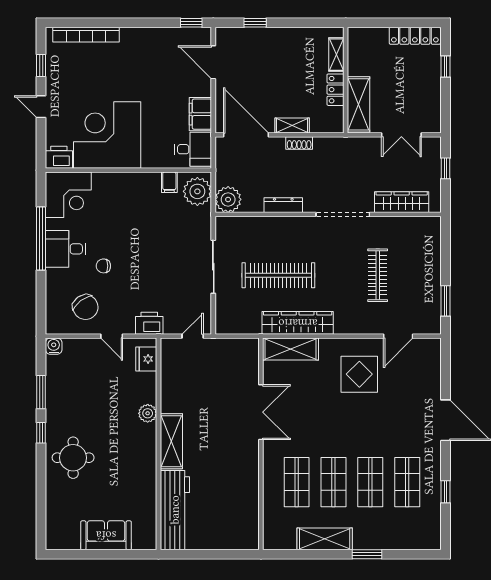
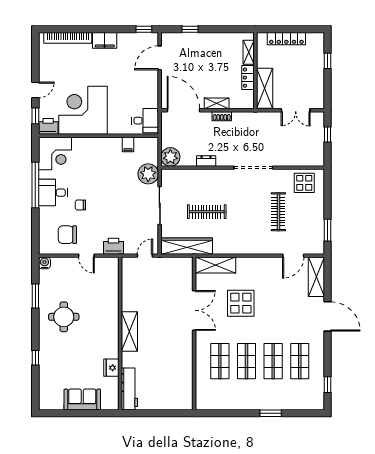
locker: (415, 36) -> (286, 39), moved
door: (213, 62) -> (160, 58), hinge flipped
window: (41, 65) -> (35, 116), moved
door: (41, 107) -> (35, 90), swing flipped
filing cabinet: (200, 114) -> (105, 40), moved, turned -90
plant: (197, 191) -> (148, 174), moved
wardrobe: (402, 202) -> (296, 159), removed
dresser: (283, 205) -> (206, 161), width x0.70
display table: (413, 235) -> (304, 183), added
clothes rail: (278, 275) -> (207, 212), width x0.73, depth x0.76
chair: (85, 307) -> (67, 235), turned 127
wardrobe: (298, 323) -> (187, 246), moved
fridge: (146, 359) -> (111, 368), moved
display table: (359, 374) -> (241, 303), moved
plant: (148, 413) -> (112, 311), removed
window: (41, 433) -> (35, 358), moved
round table: (73, 458) -> (64, 317), moved
window: (446, 492) -> (327, 385), moved
workbench: (175, 510) -> (129, 389), width x0.73, depth x0.76
shelving: (325, 539) -> (316, 277), moved, turned 90

